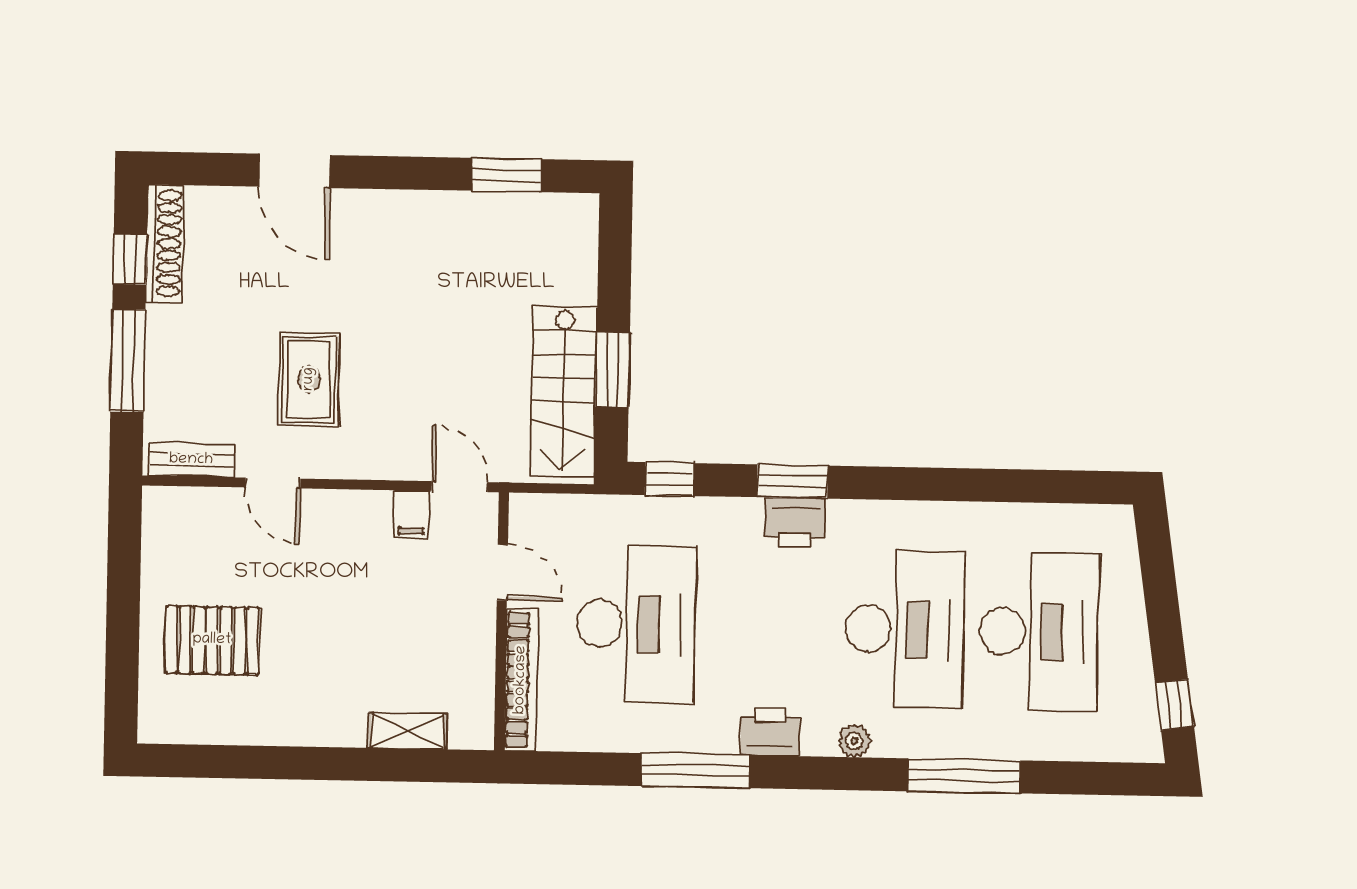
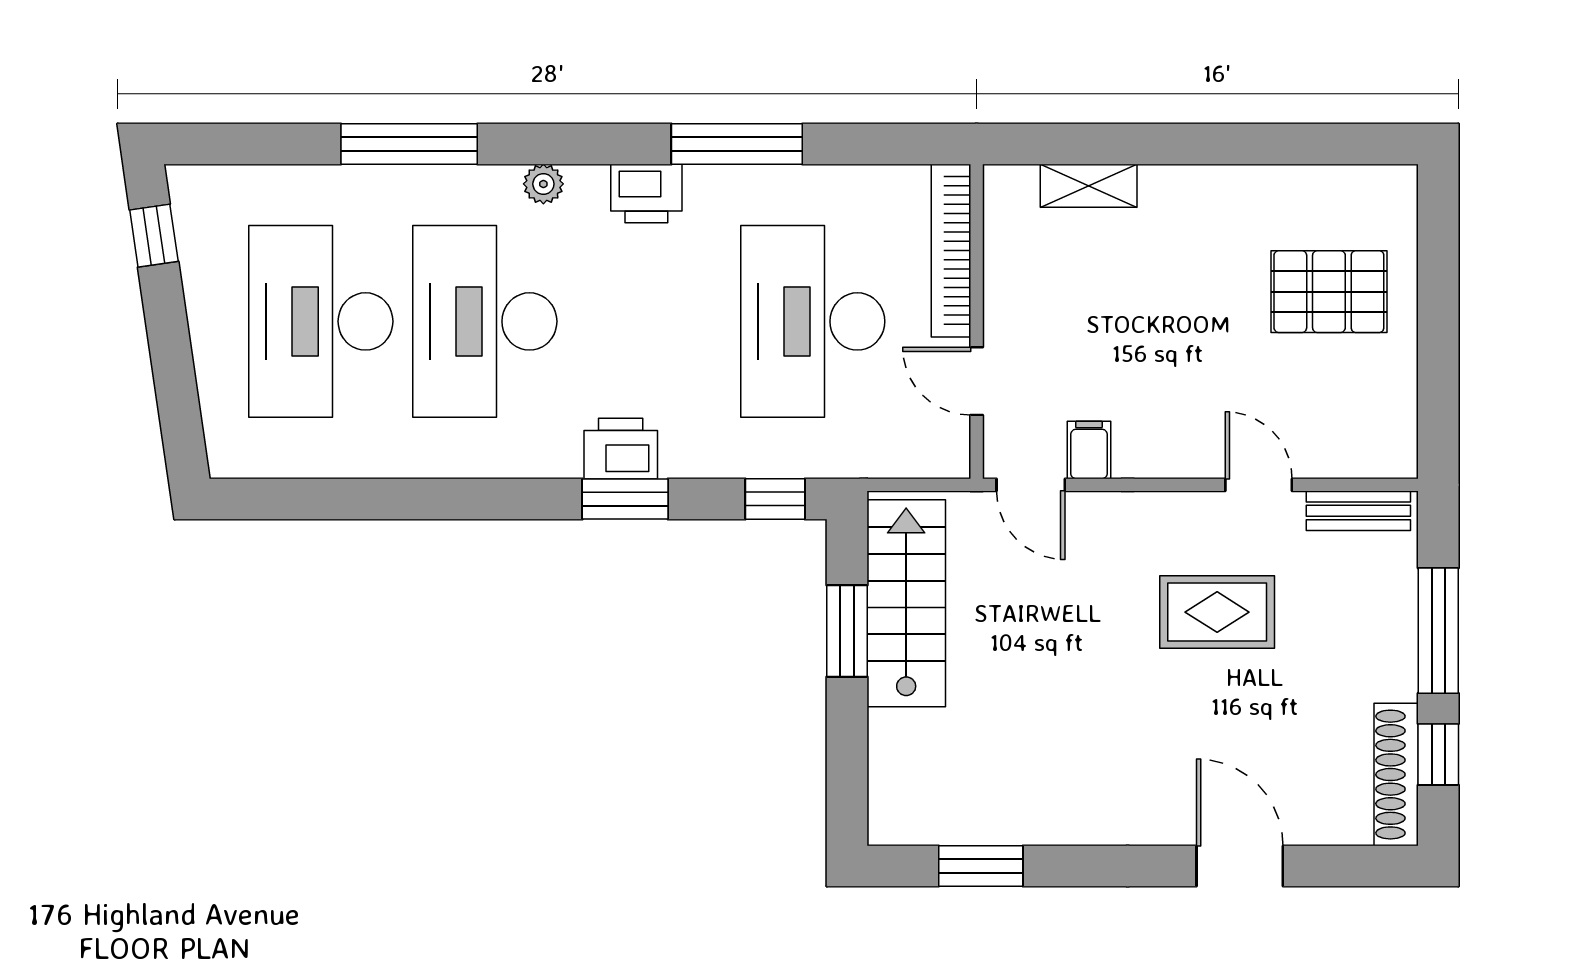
rug: (309, 379) -> (1217, 612), turned 90

